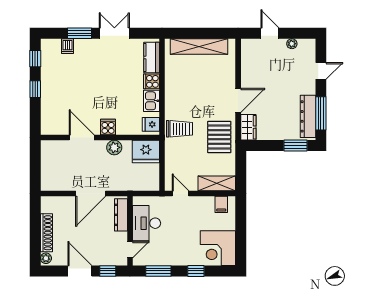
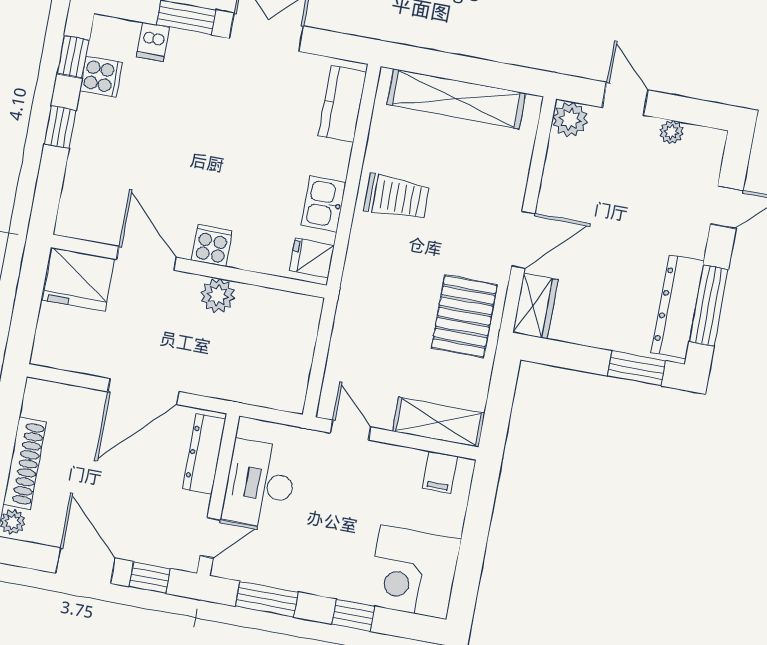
plant: (248, 46) -> (570, 119), added
cooker: (151, 81) -> (101, 77), moved, turned 180
trolley: (179, 129) -> (397, 197), moved
fridge: (146, 152) -> (79, 279), moved

